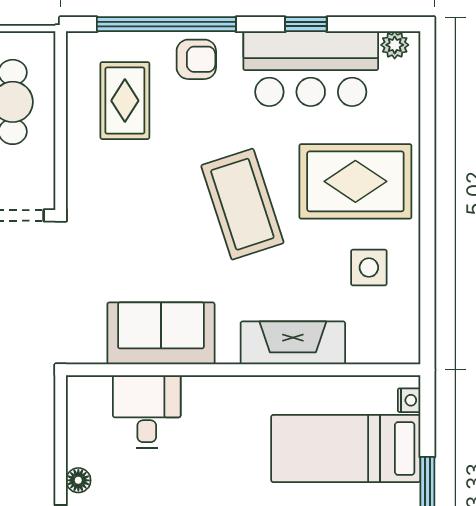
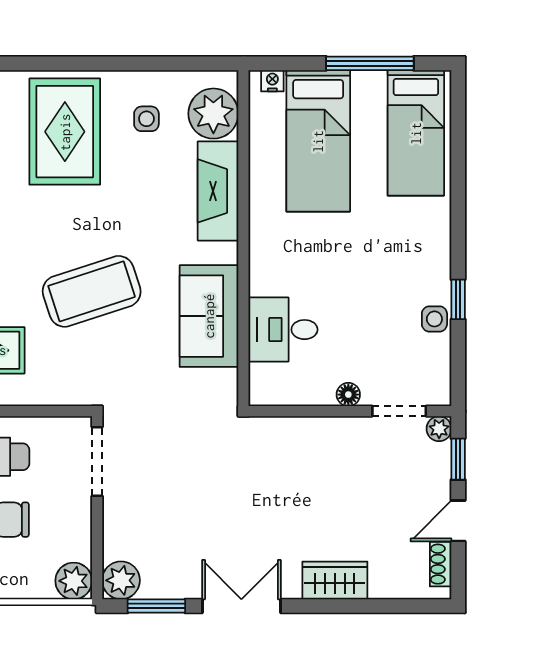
coffee table: (242, 204) -> (92, 291), moved
side table: (369, 268) -> (146, 119), width x0.73, depth x0.73
plant: (374, 338) -> (213, 114), added

